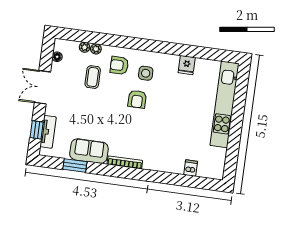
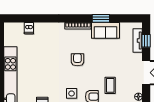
armchair: (137, 99) -> (77, 60), moved
window: (75, 165) -> (101, 18), moved

